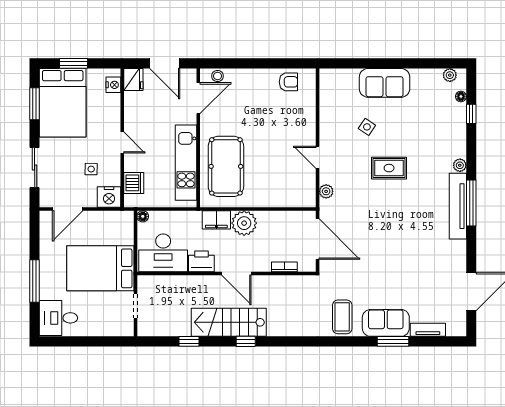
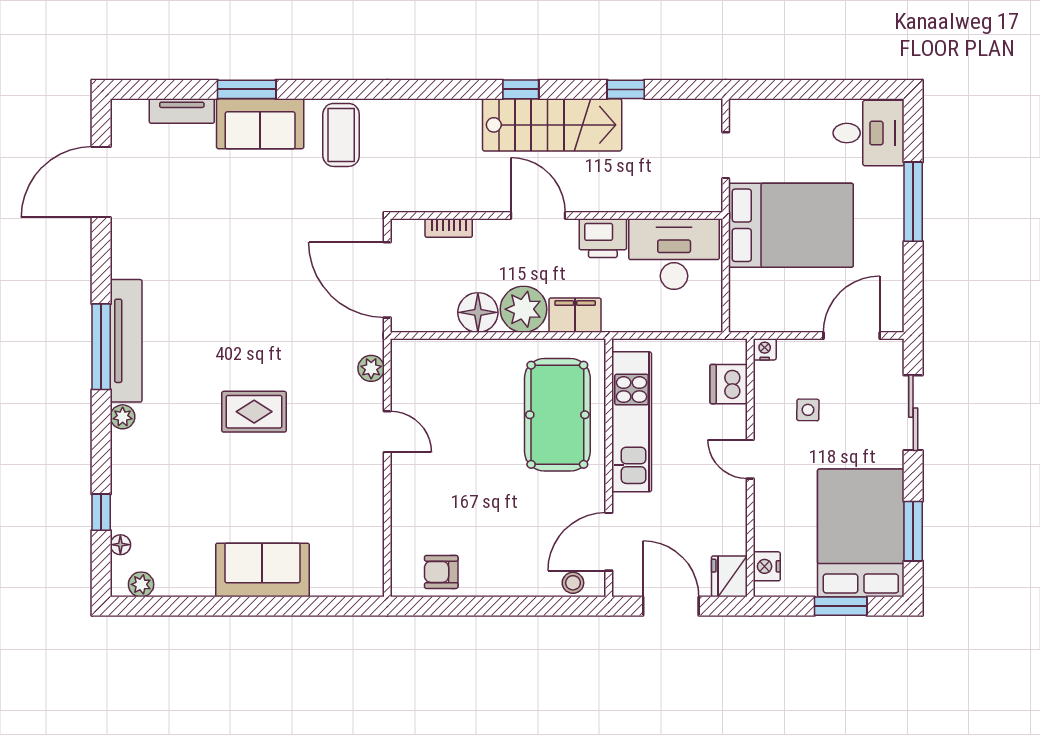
side table: (367, 127) -> (295, 488), removed
nightstand: (109, 197) -> (765, 349), width x0.53, depth x0.56
floor lamp: (143, 216) -> (478, 312), moved, width x1.89, depth x1.89

